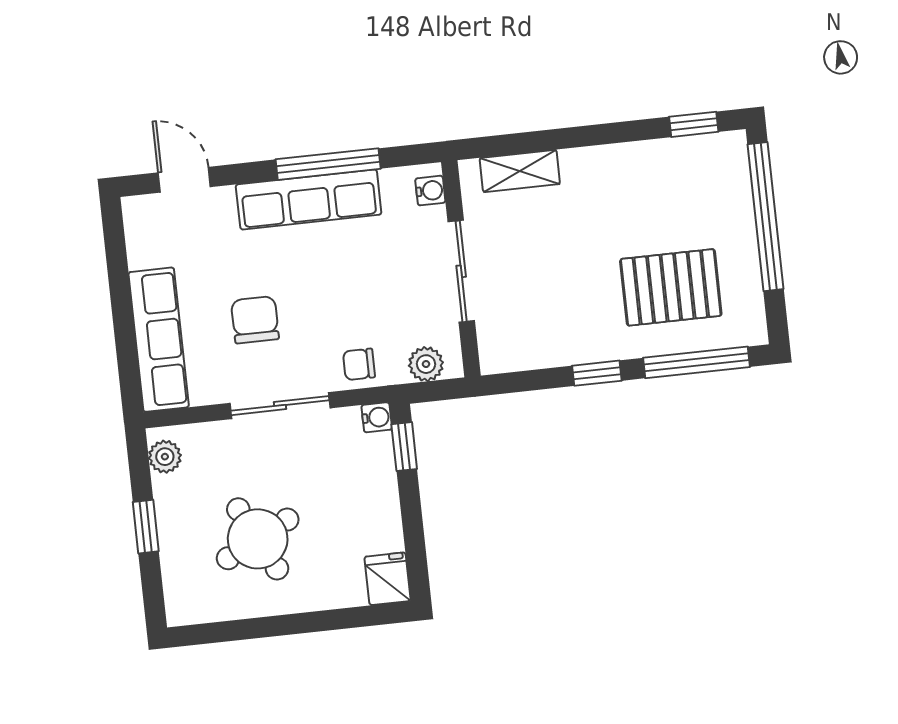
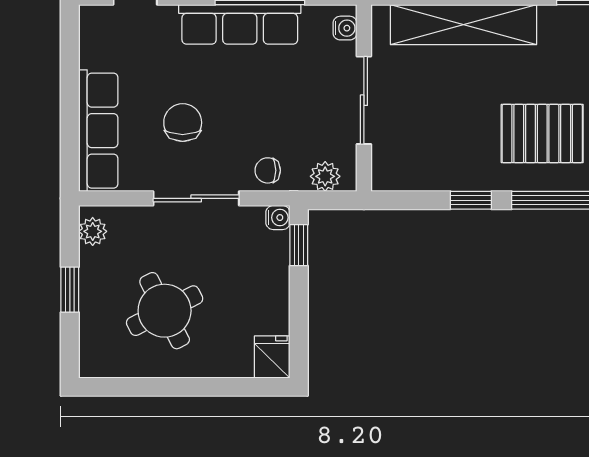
shelving: (520, 171) -> (463, 25), width x2.20, depth x1.33

